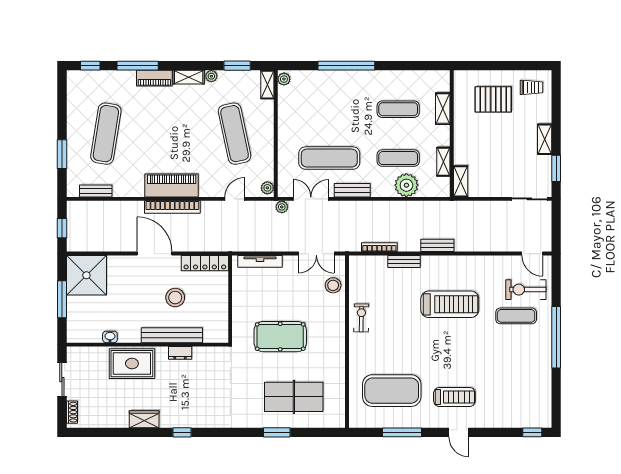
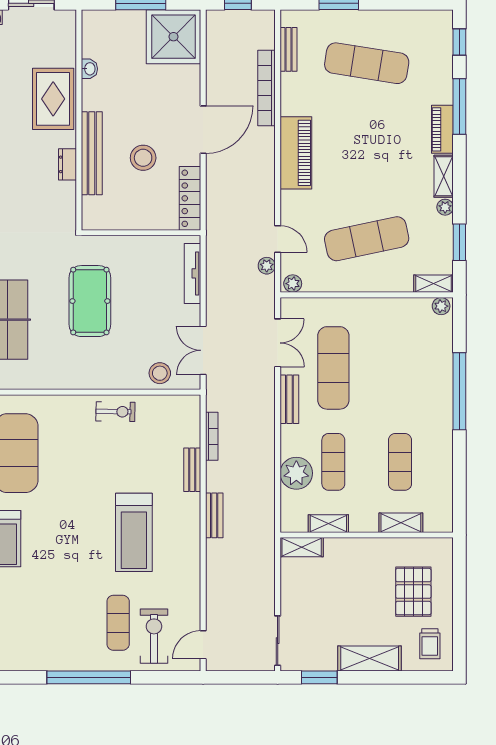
shelving: (545, 139) -> (370, 659), width x1.50, depth x1.33
bookcase: (172, 207) -> (267, 88), moved
plant: (282, 207) -> (267, 266), moved

